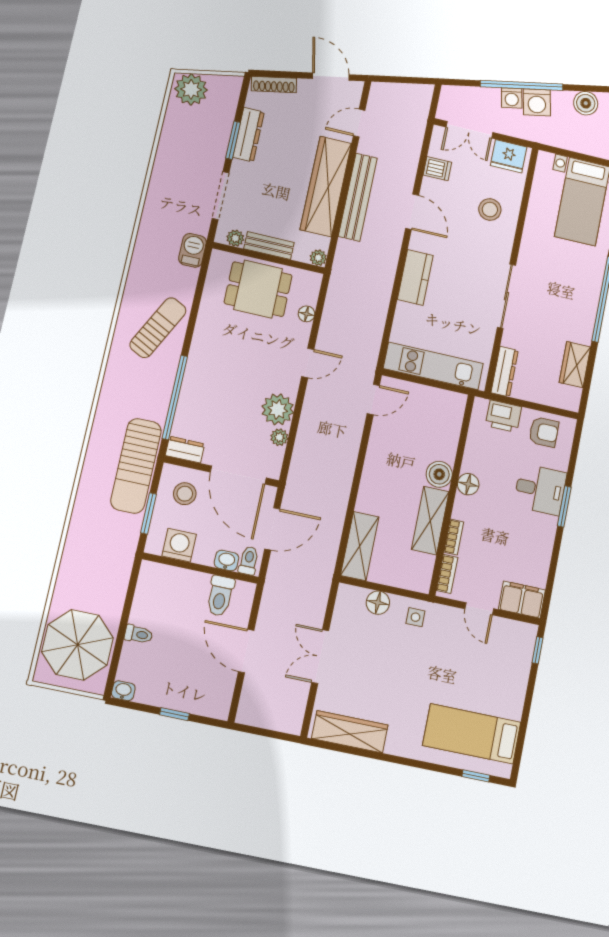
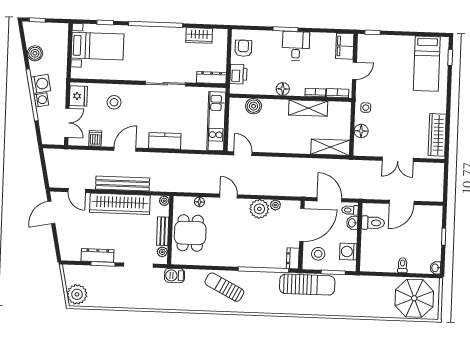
shoe rack: (274, 85) -> (64, 246), removed
boiler: (439, 474) -> (254, 106), moved
desk: (540, 489) -> (296, 46), moved

